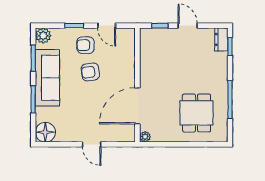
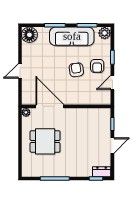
armchair: (85, 45) -> (97, 66), turned 180
dining table: (197, 113) -> (45, 141), moved

